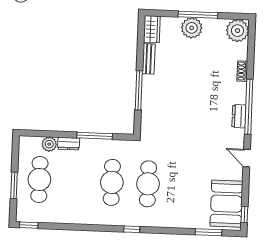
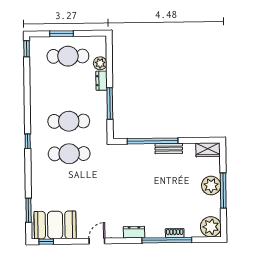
bench: (149, 59) -> (169, 149), moved
window: (139, 90) -> (153, 141), width x1.46
window: (249, 107) -> (167, 240), moved

